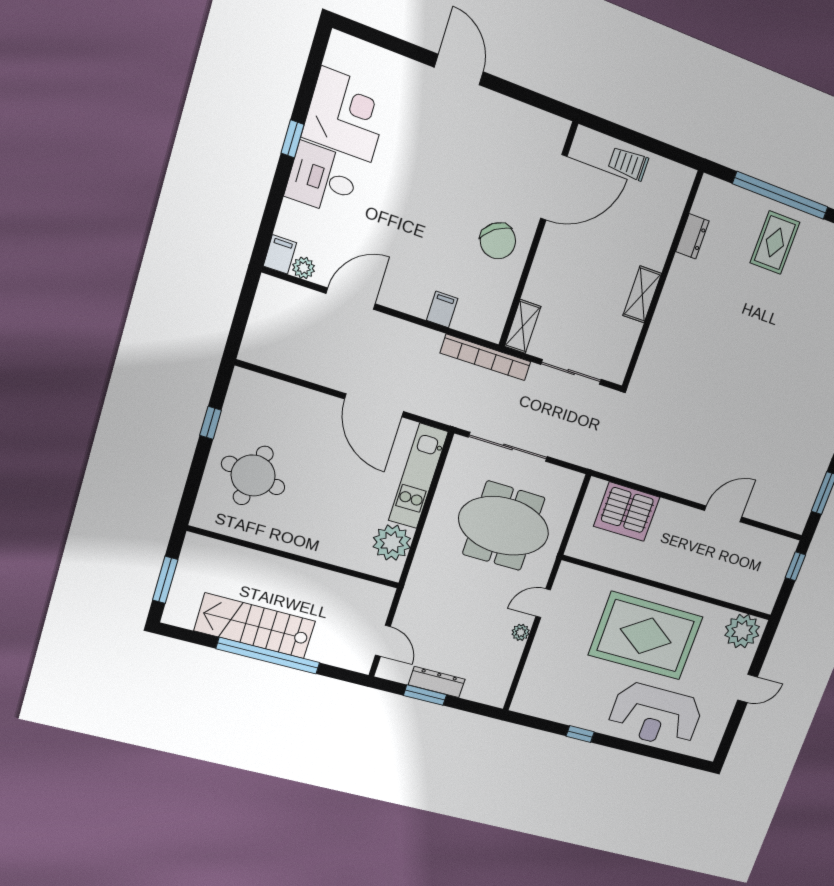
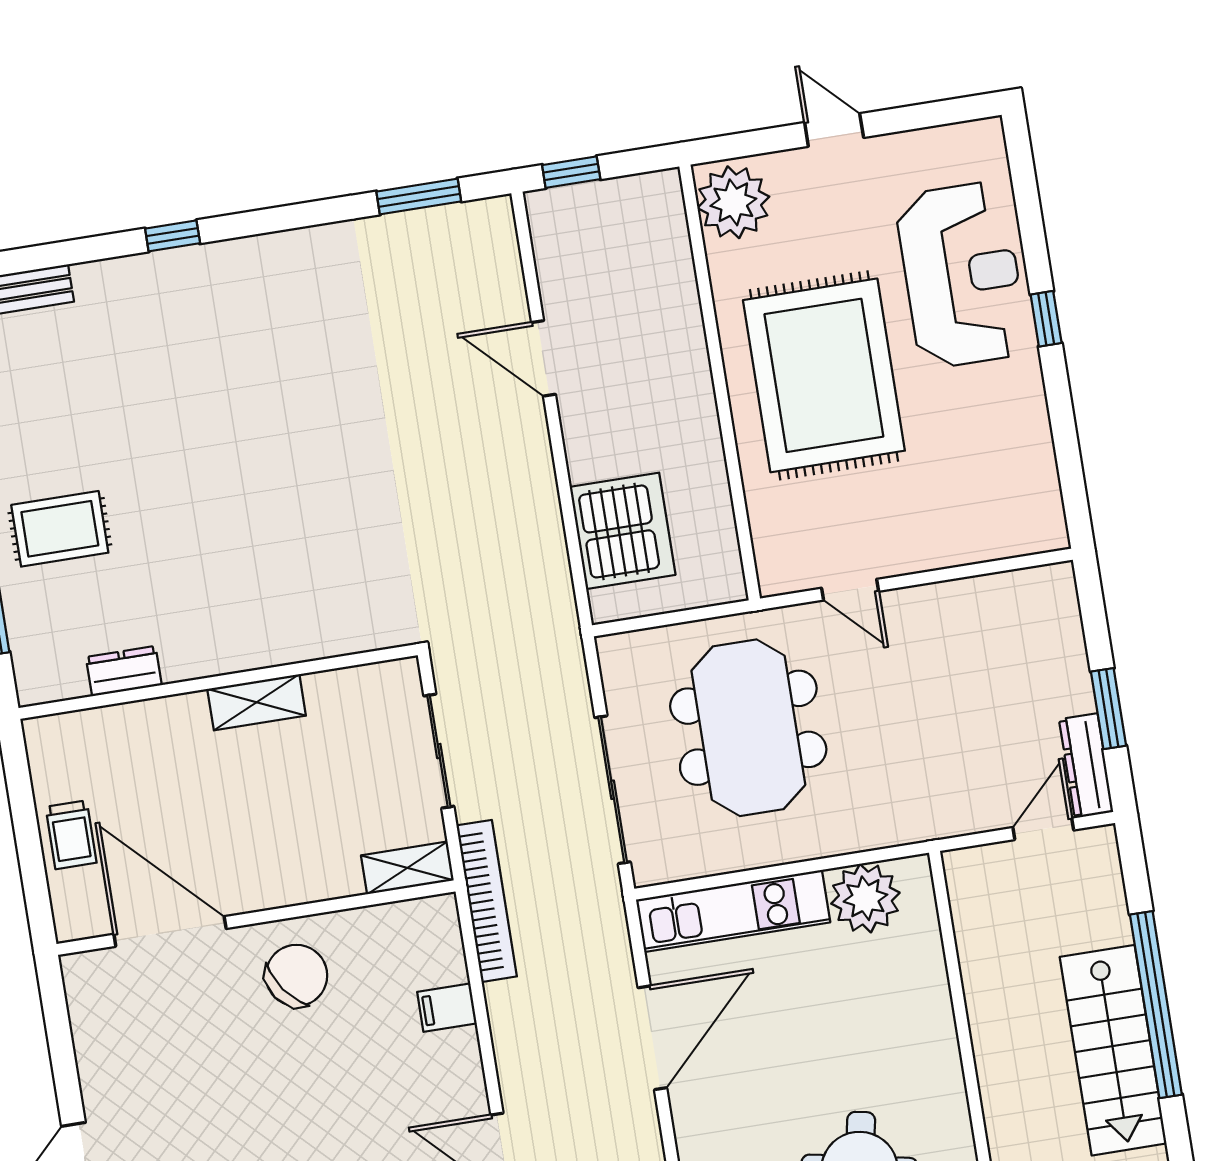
plant: (521, 632) -> (920, 601), removed
dresser: (437, 682) -> (1086, 766), moved
window: (580, 734) -> (1046, 319), moved

